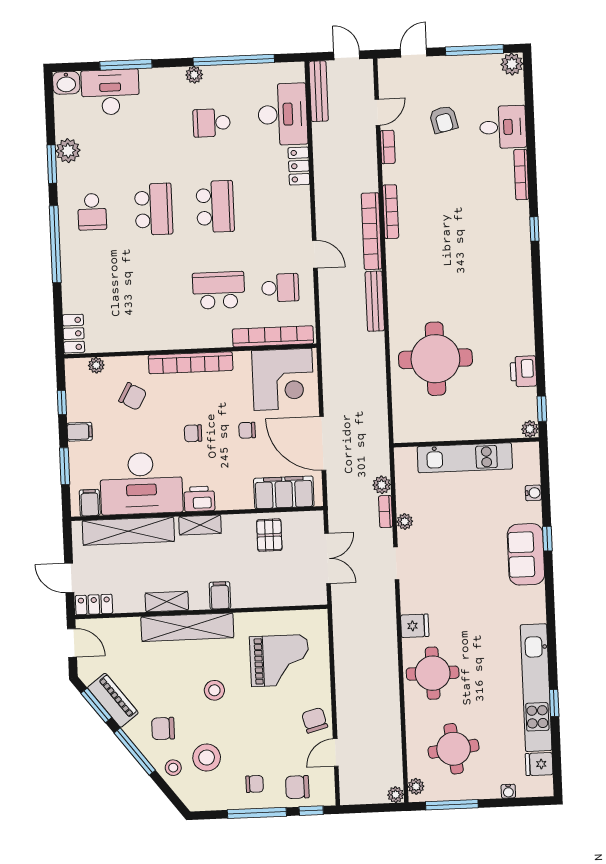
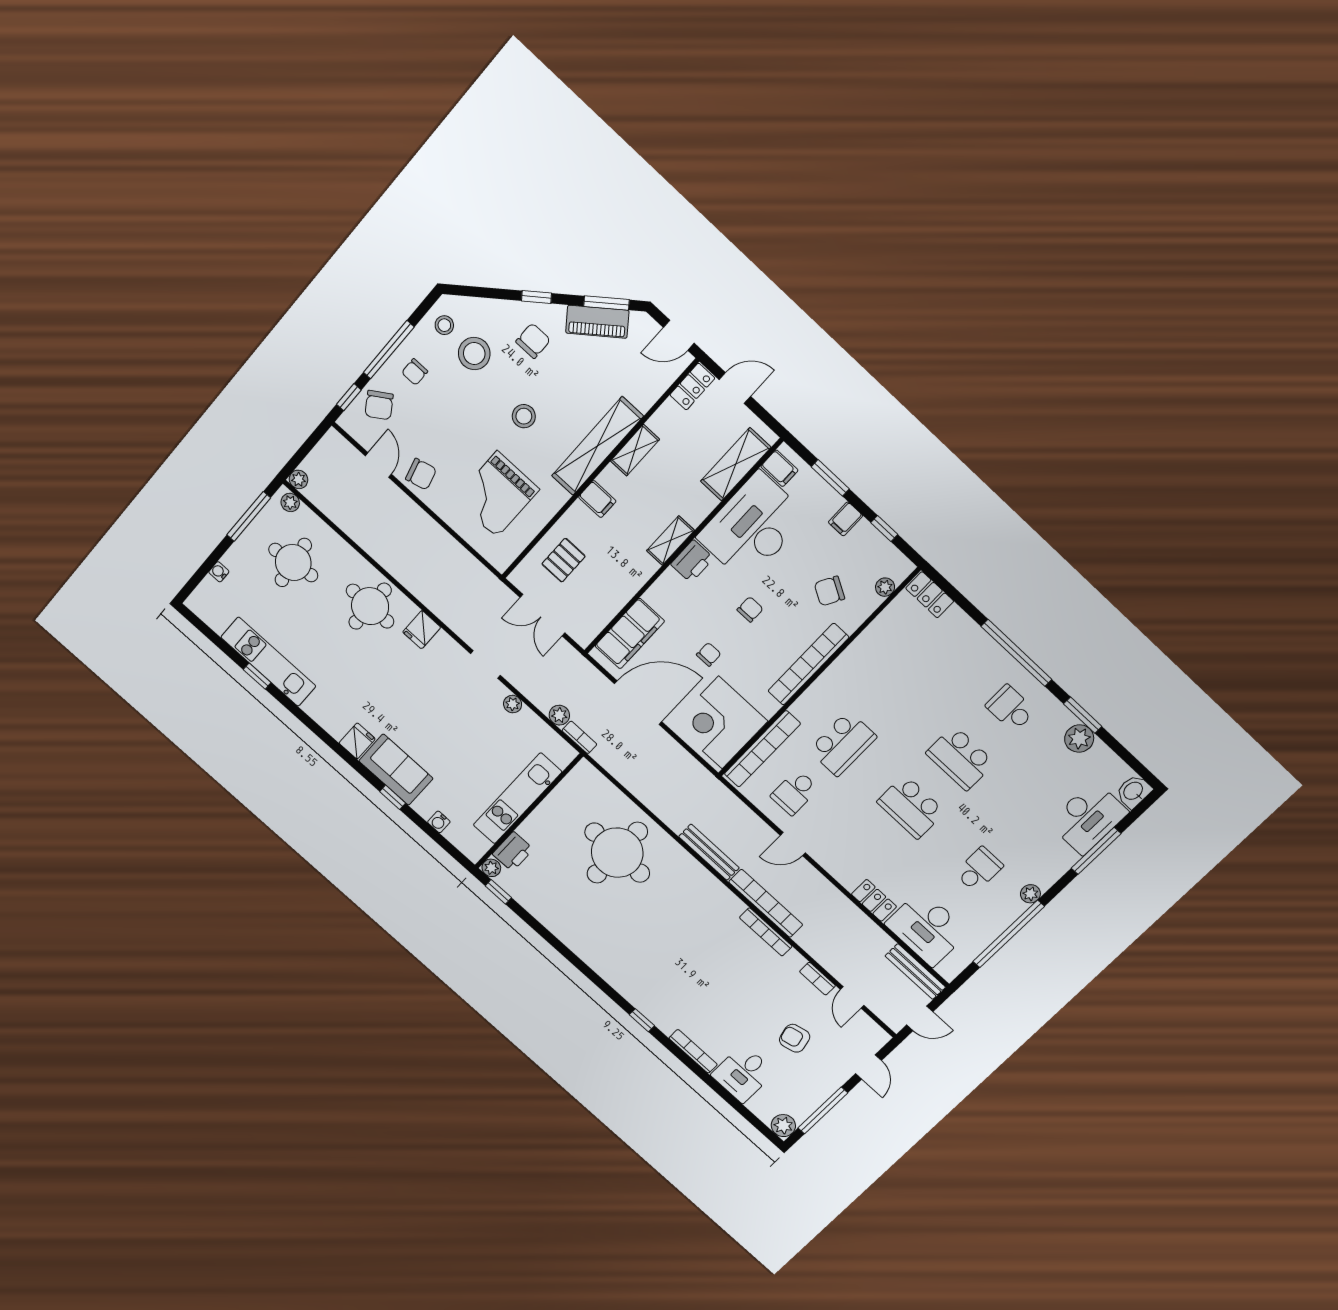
printer: (523, 371) -> (513, 852), moved, turned 90
bookcase: (386, 512) -> (579, 737), moved
shelving: (128, 531) -> (736, 464), width x0.68
pallet: (269, 535) -> (564, 560), moved, turned 90
kitchen unit: (536, 688) -> (268, 662), width x0.73
window: (135, 752) -> (537, 297), width x0.46
fridge: (539, 764) -> (357, 741), moved
stool: (173, 768) -> (444, 325), moved
chair: (297, 787) -> (379, 405), turned 147

